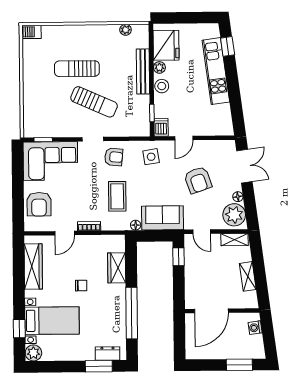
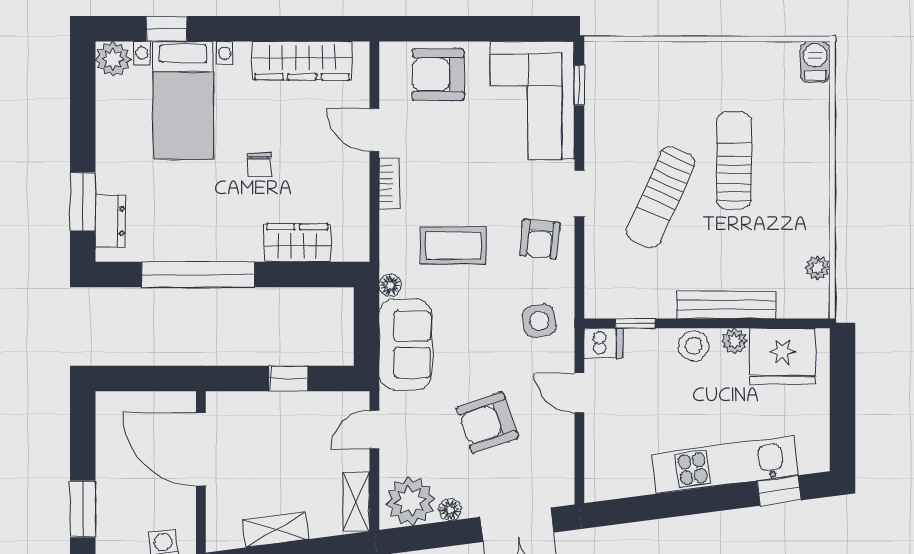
window: (179, 257) -> (289, 379), moved

